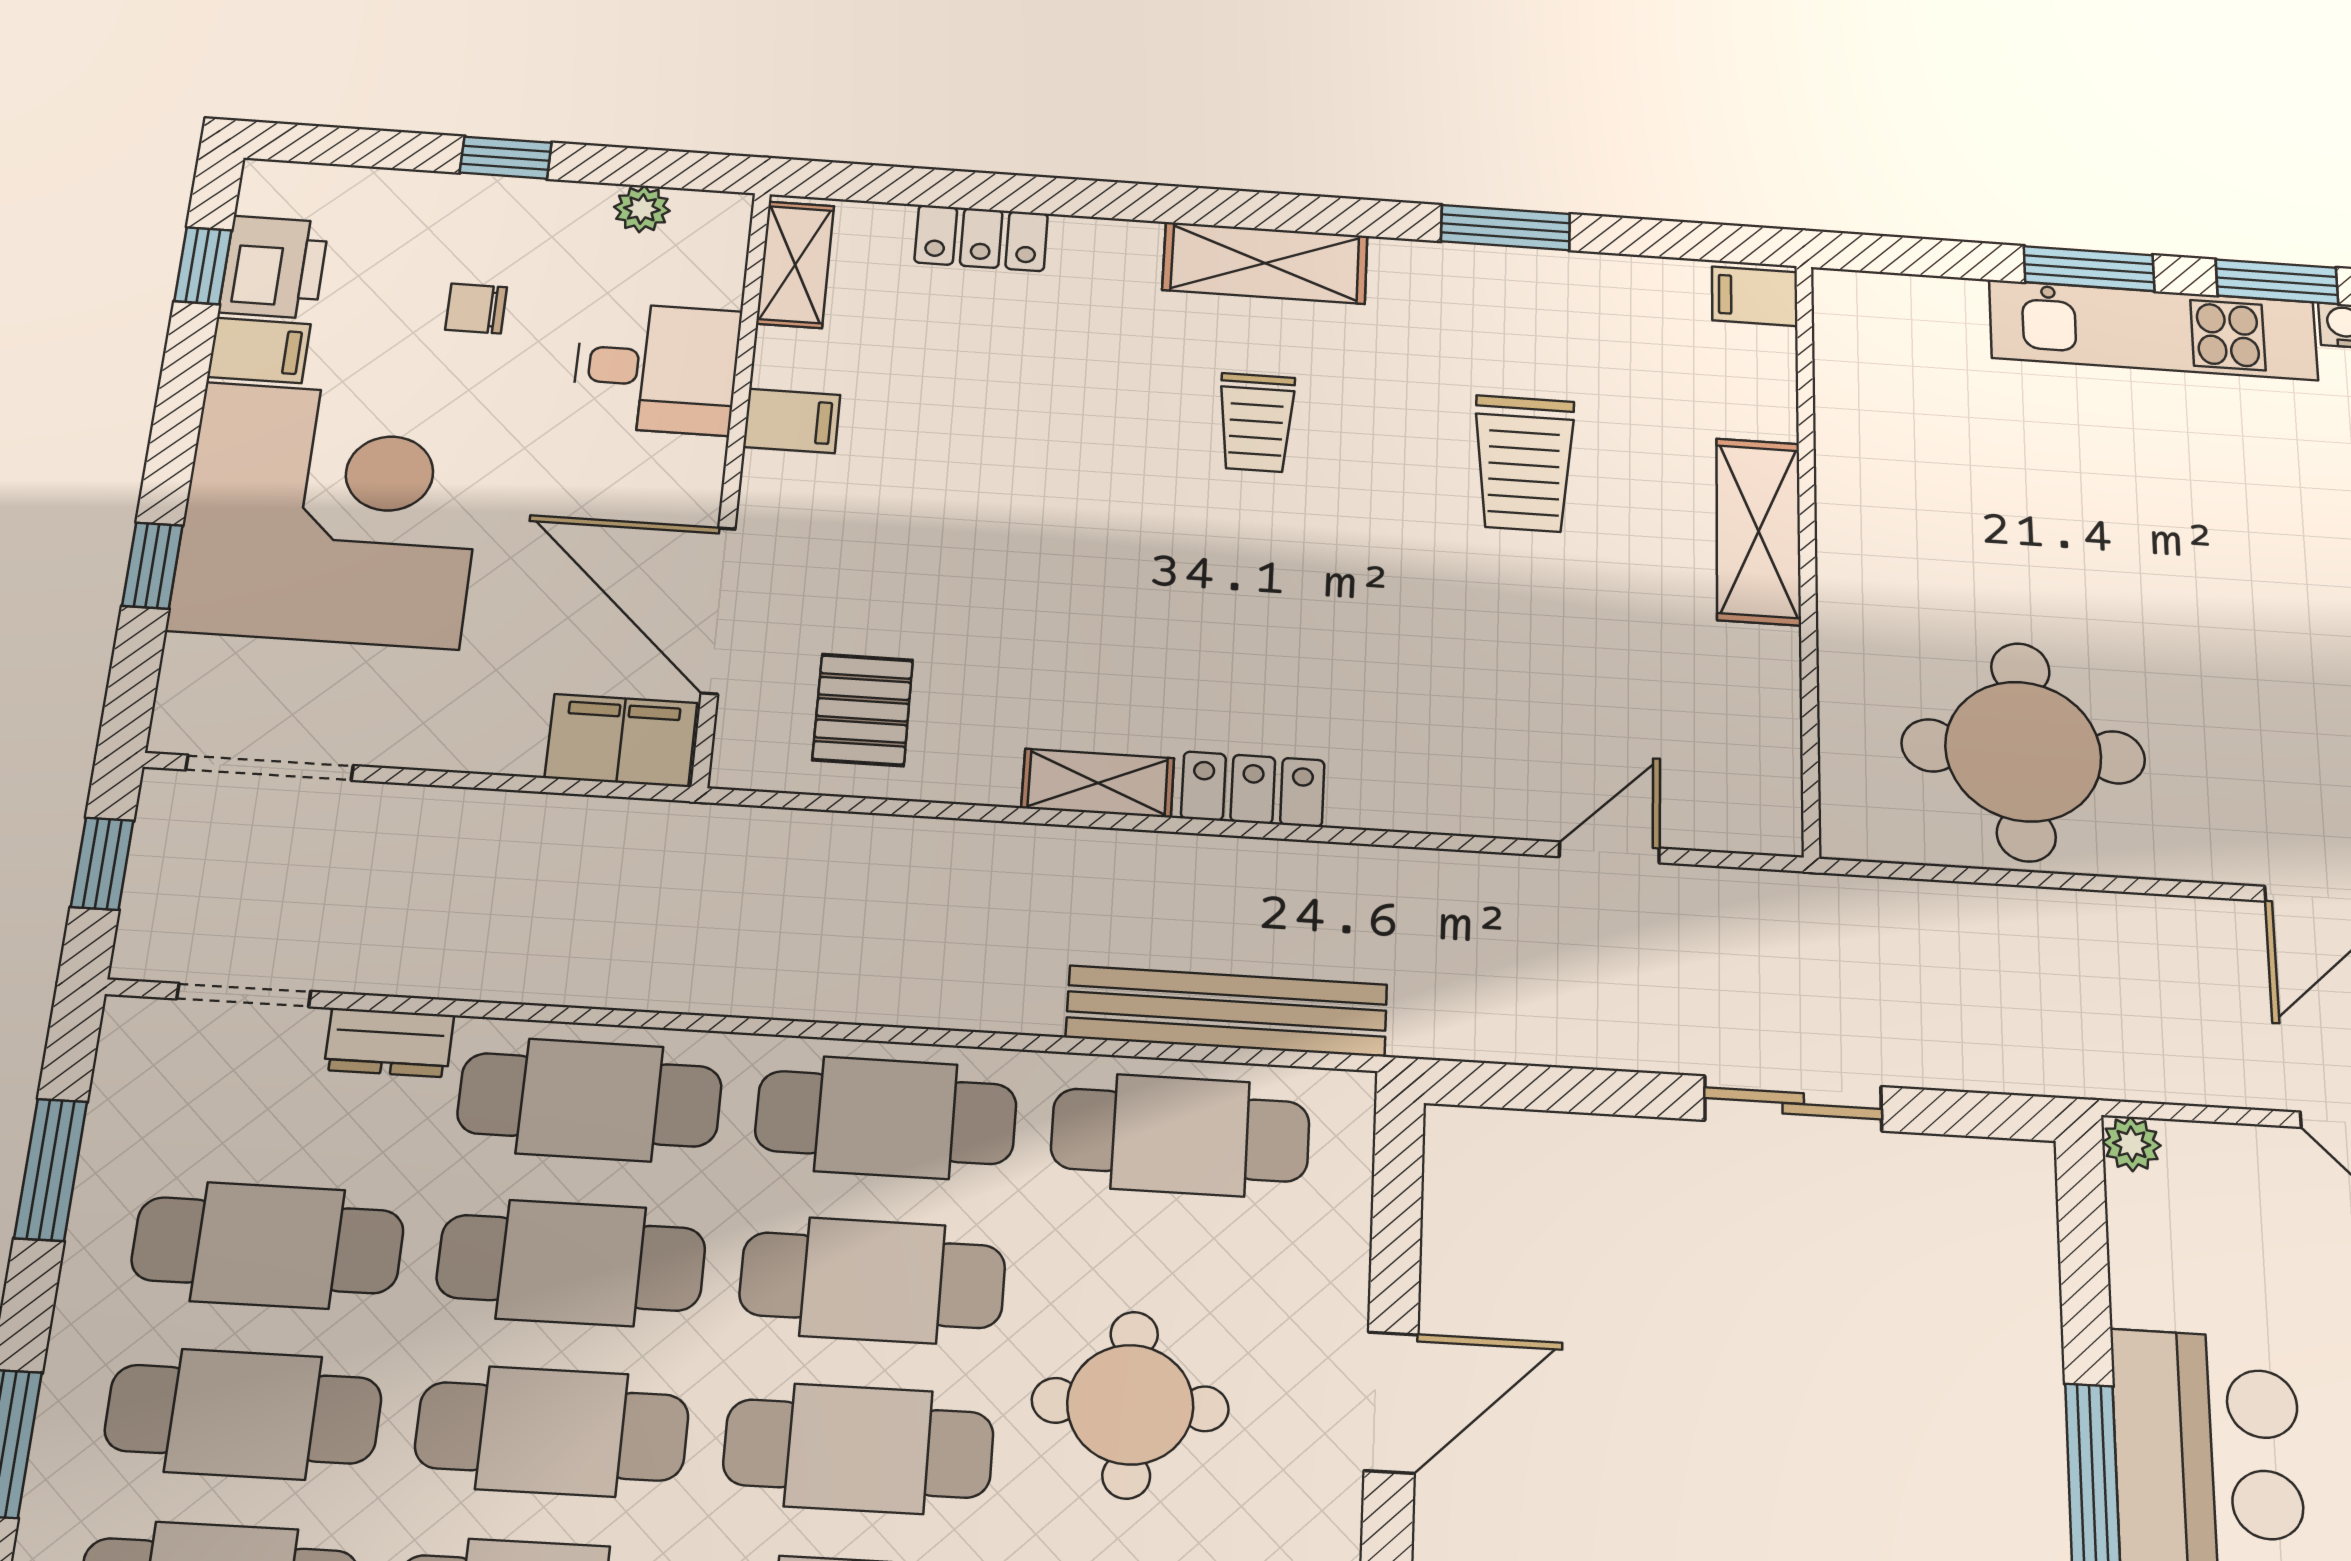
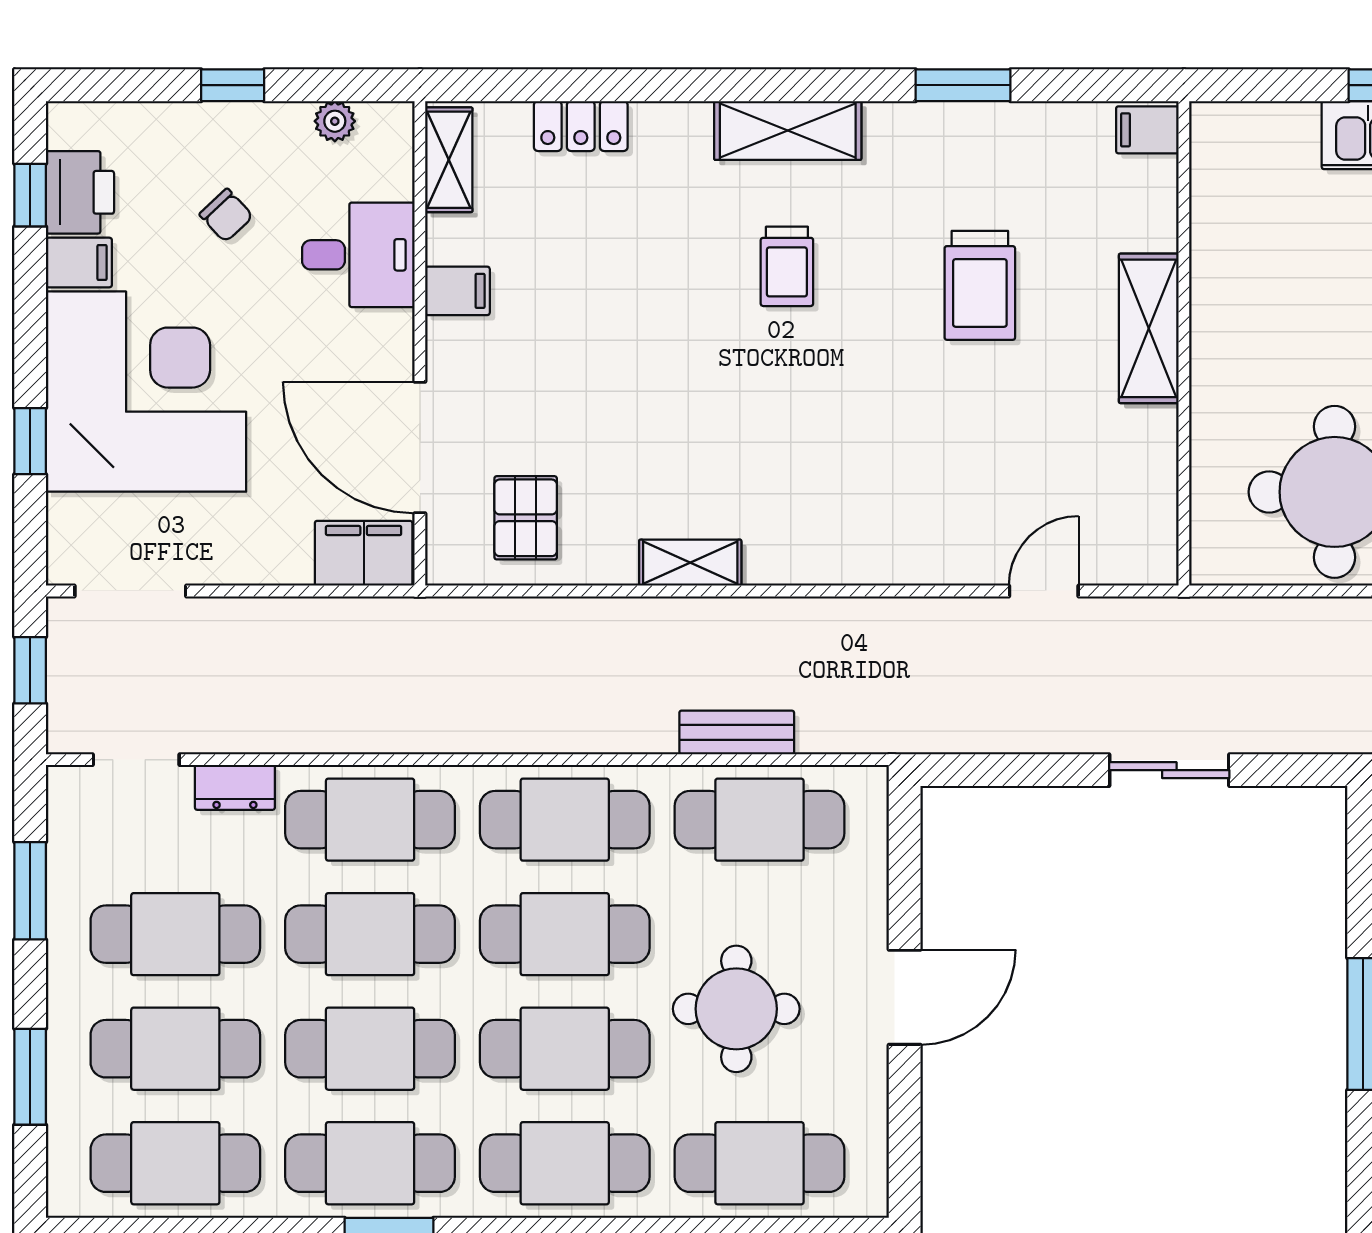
chair: (476, 308) -> (226, 215), turned -133
locker: (1253, 789) -> (797, 560), removed
bench: (1227, 1011) -> (737, 732), width x0.54, depth x0.82

